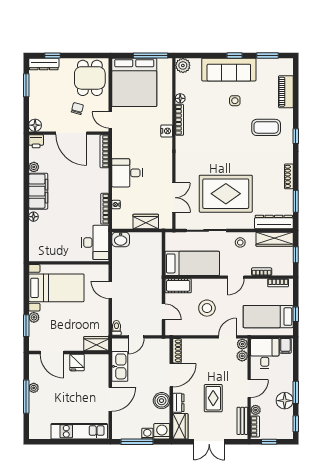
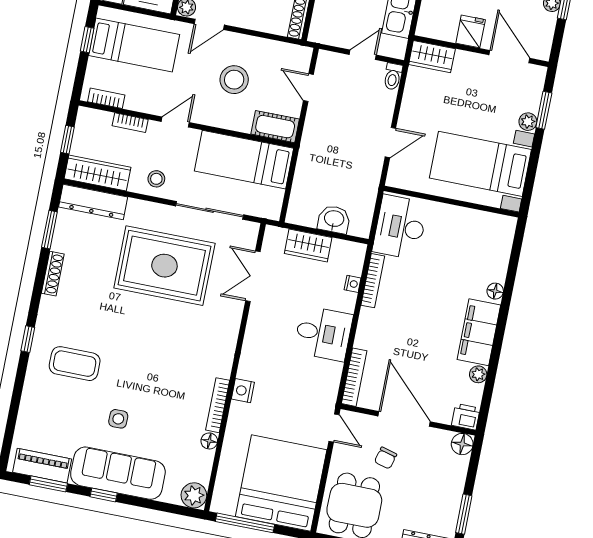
piano: (286, 92) -> (42, 466), moved, turned -90
washbasin: (121, 239) -> (334, 219), moved
door: (110, 290) -> (390, 143), hinge flipped

